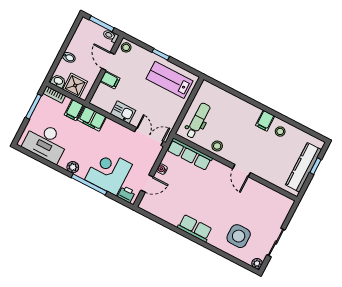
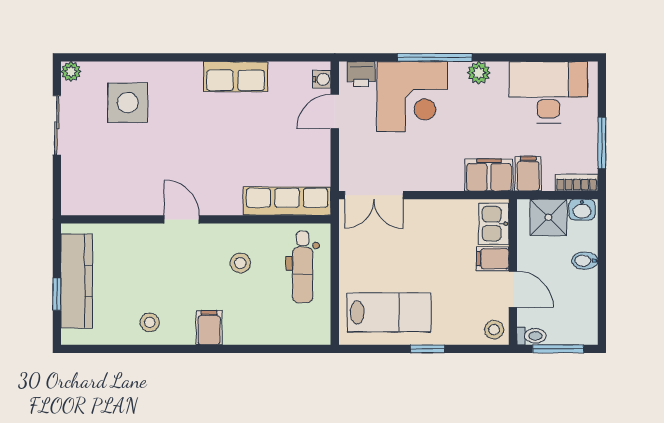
kitchen sink: (123, 112) -> (494, 224), moved, turned 90
filing cabinet: (265, 121) -> (209, 328), moved
stool: (217, 146) -> (240, 263), moved
water cooler: (162, 169) -> (322, 79), moved
row of seats: (195, 228) -> (236, 77), moved

